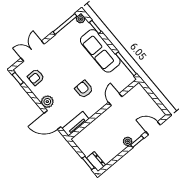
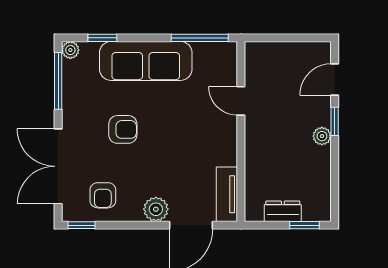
double door: (33, 51) -> (58, 166), width x1.37
armchair: (84, 89) -> (123, 129), moved, turned 180
dresser: (96, 162) -> (283, 211), moved

